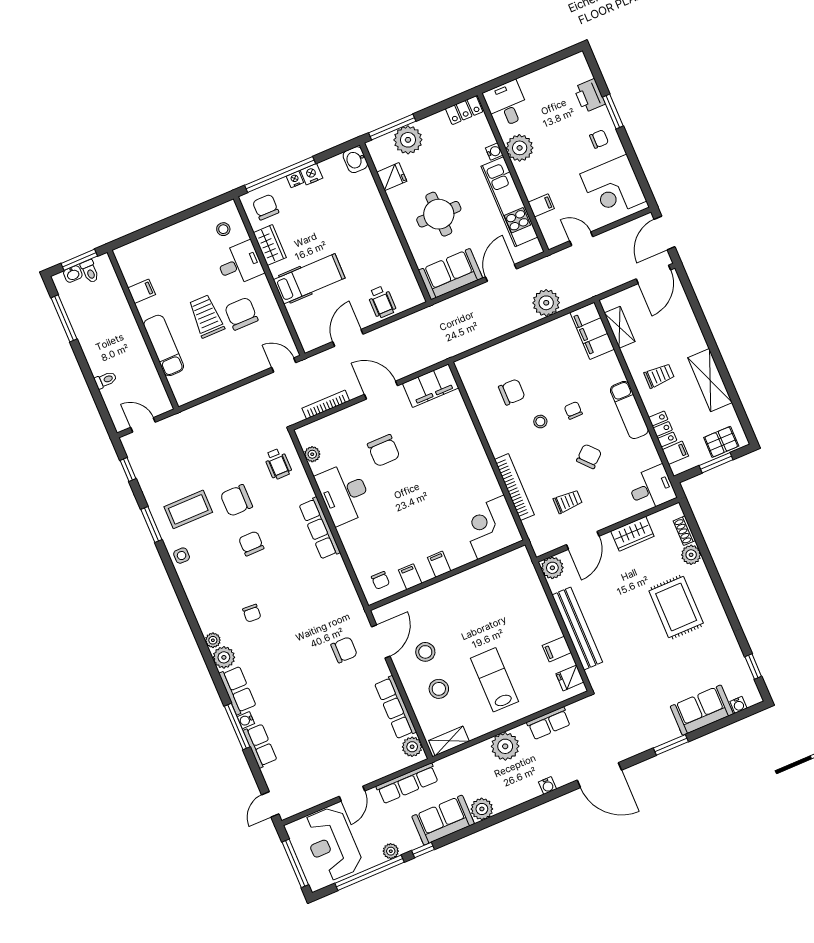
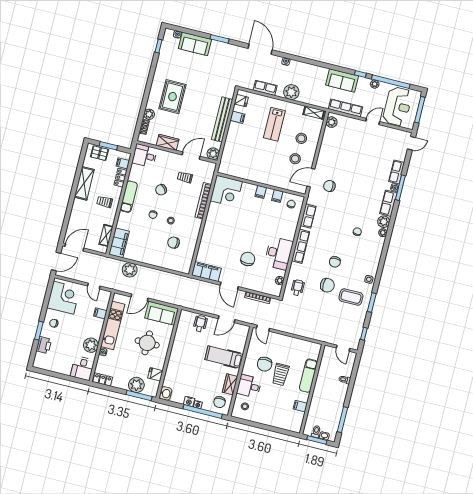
row of seats: (395, 708) -> (308, 216), moved, width x0.68
plant: (482, 809) -> (322, 73), removed

